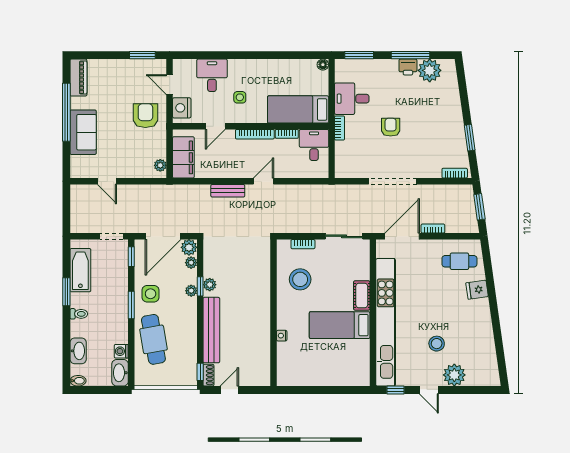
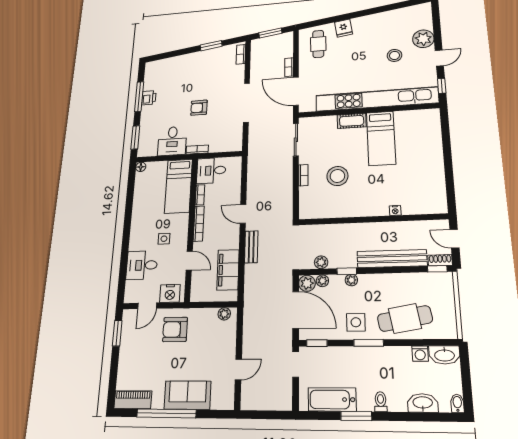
plant: (430, 70) -> (153, 81), removed
filing cabinet: (183, 157) -> (228, 270), moved, turned -90
plant: (210, 285) -> (321, 262), moved
wall: (273, 313) -> (372, 219), moved
nightstand: (282, 336) -> (395, 210), moved

